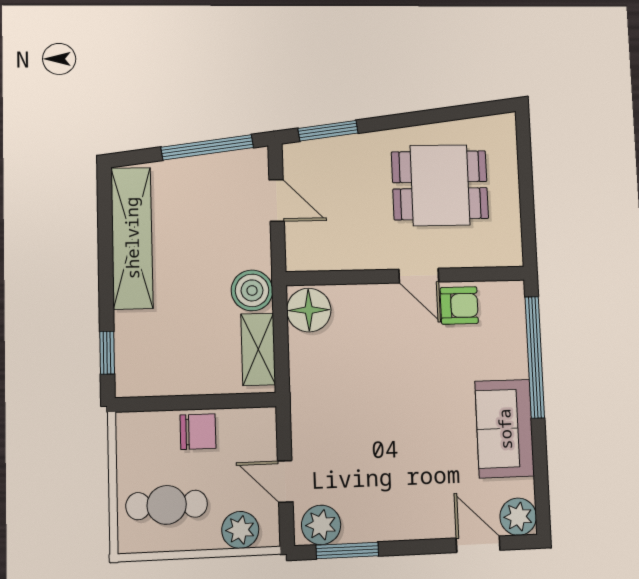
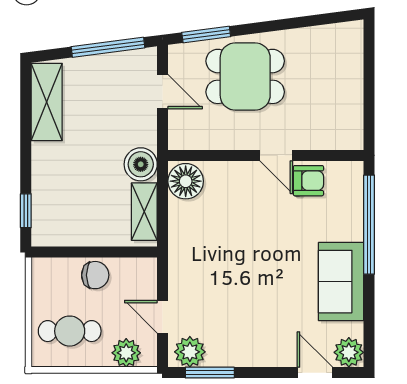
dining table: (440, 185) -> (245, 76), moved
shelving: (132, 238) -> (47, 102), width x0.68

